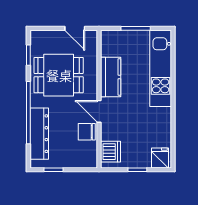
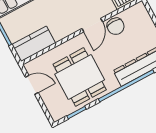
door: (75, 28) -> (32, 85), hinge flipped
kitchen counter: (111, 77) -> (34, 44), moved

